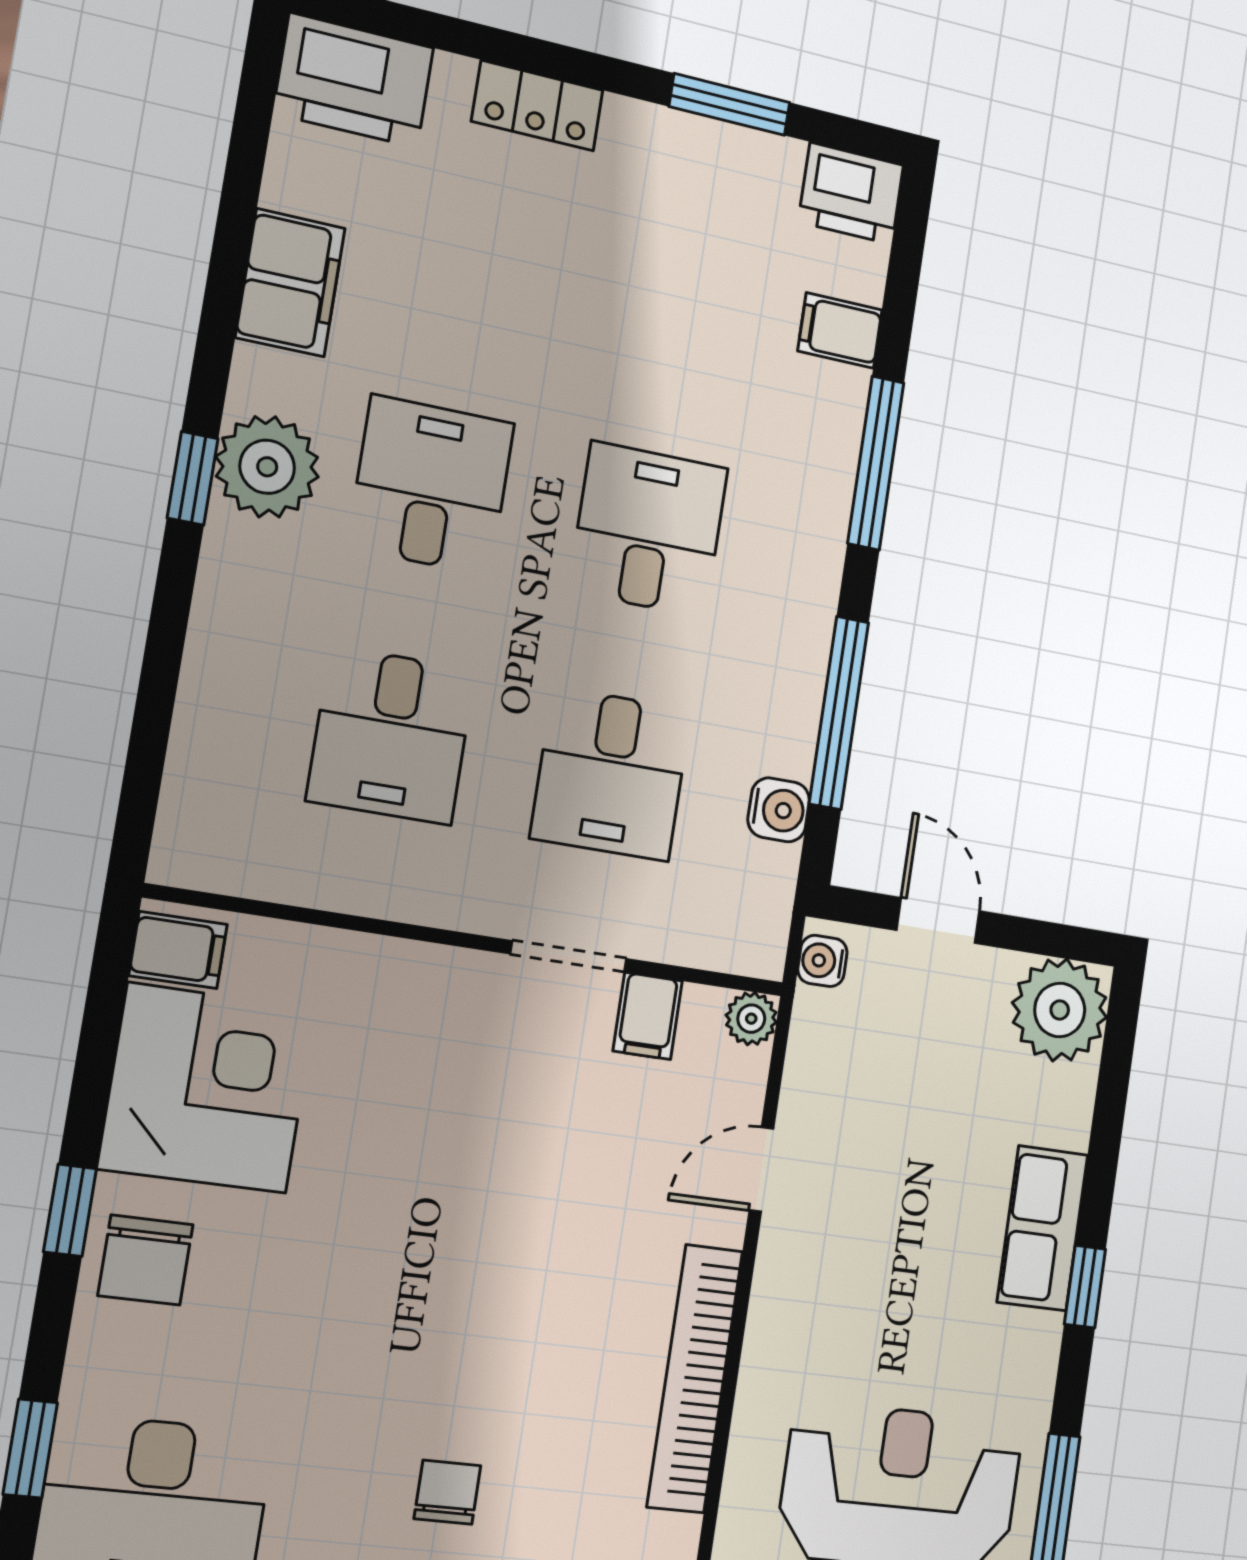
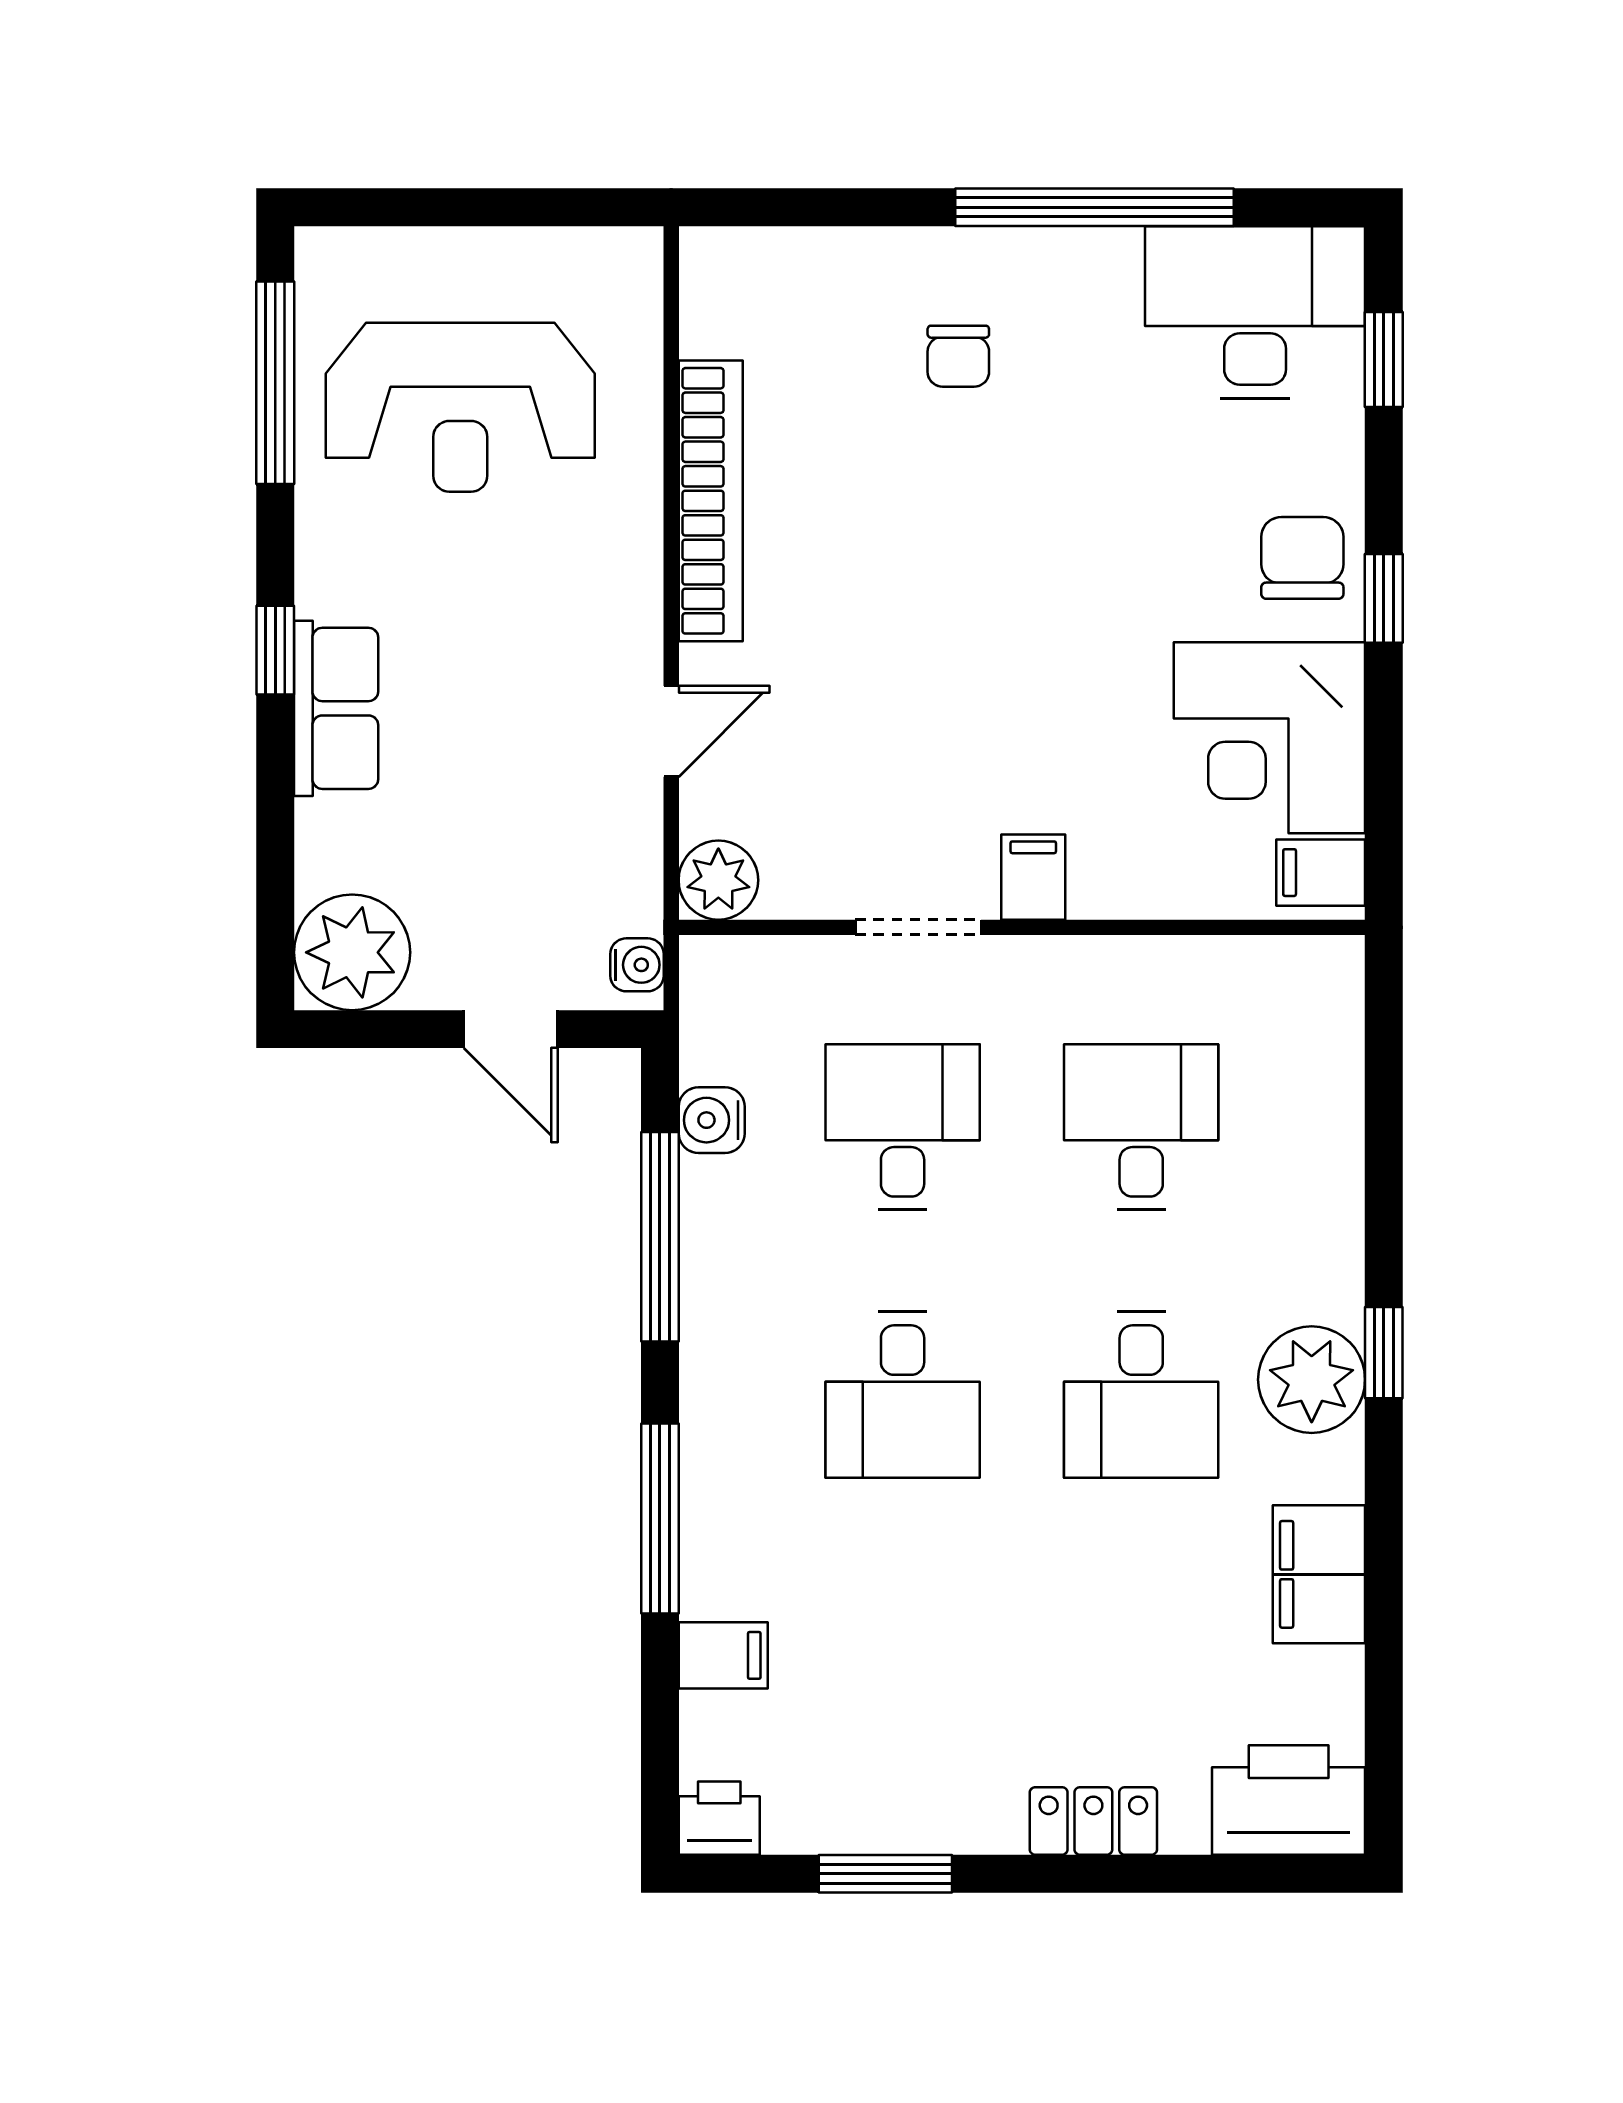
printer: (851, 193) -> (719, 1818), width x0.73, depth x0.81
filing cabinet: (648, 1016) -> (1033, 877), moved
plant: (751, 1019) -> (718, 880), width x1.38, depth x1.38

